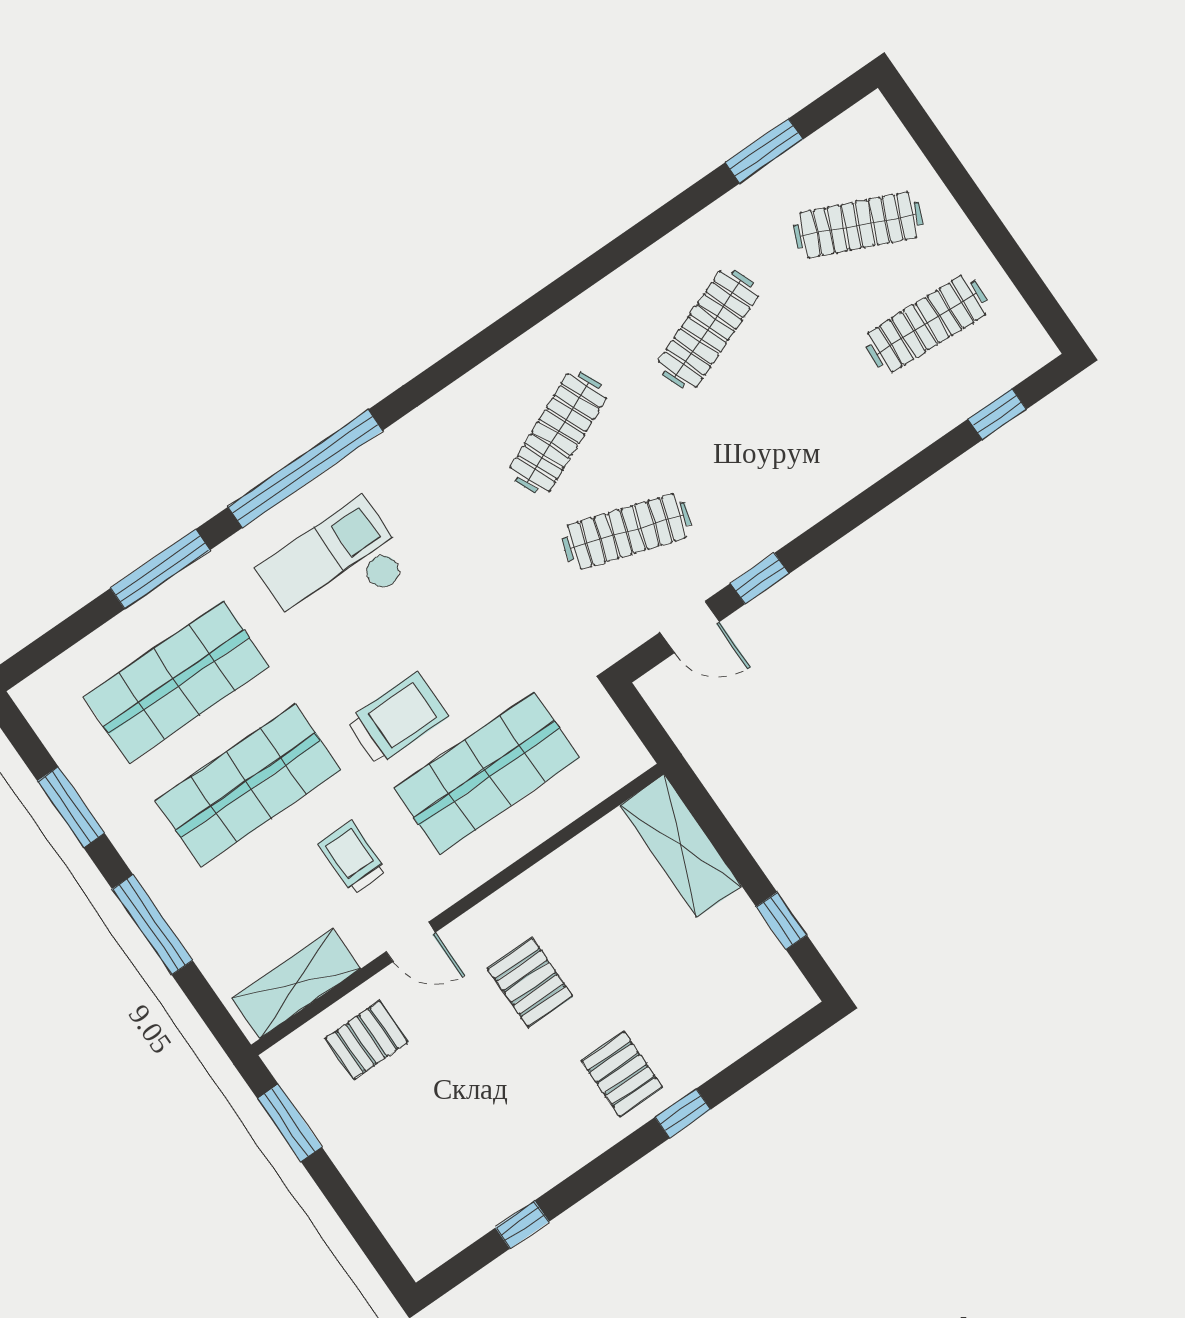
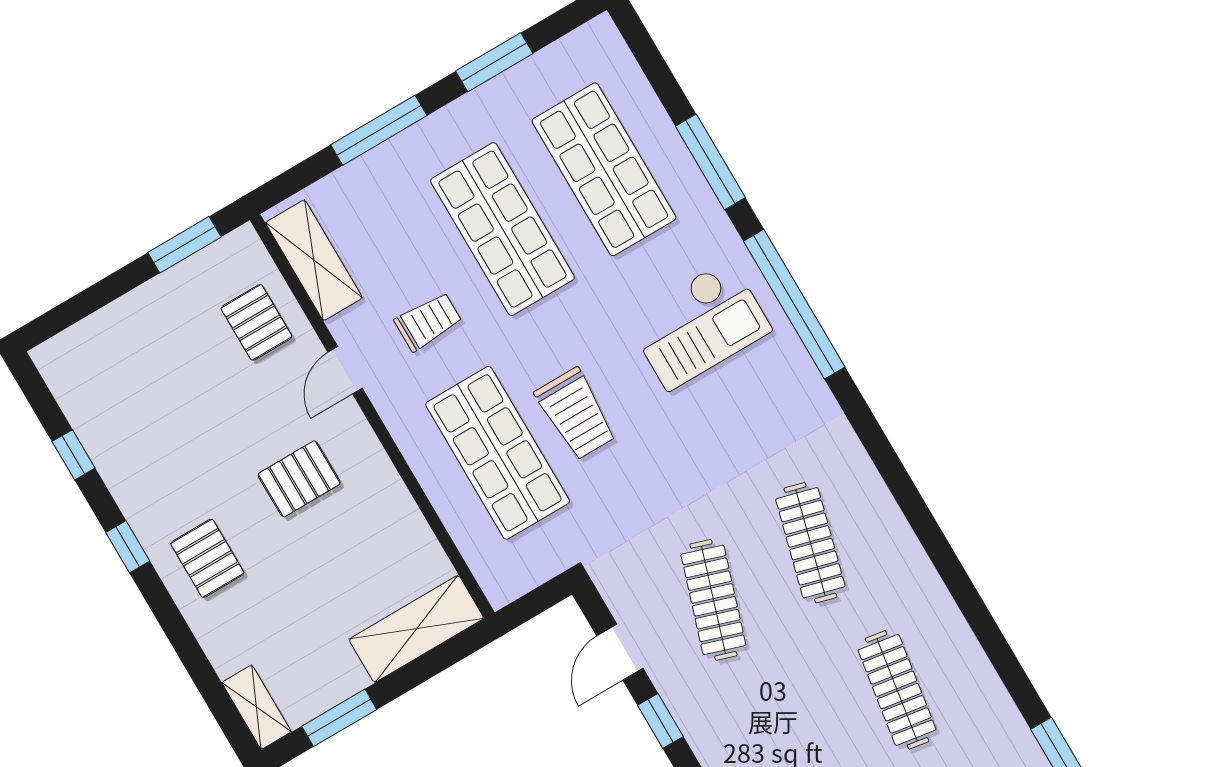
clothes rail: (708, 329) -> (897, 690), turned 30
clothes rail: (558, 433) -> (810, 543), turned 39
checkout: (335, 569) -> (699, 325), turned 90
trolley: (398, 718) -> (576, 414), moved
window: (782, 921) -> (339, 718), width x1.50
shelving: (777, 1010) -> (257, 707), added
pallet: (622, 1074) -> (207, 558), turned 90
window: (683, 1113) -> (128, 547), moved

